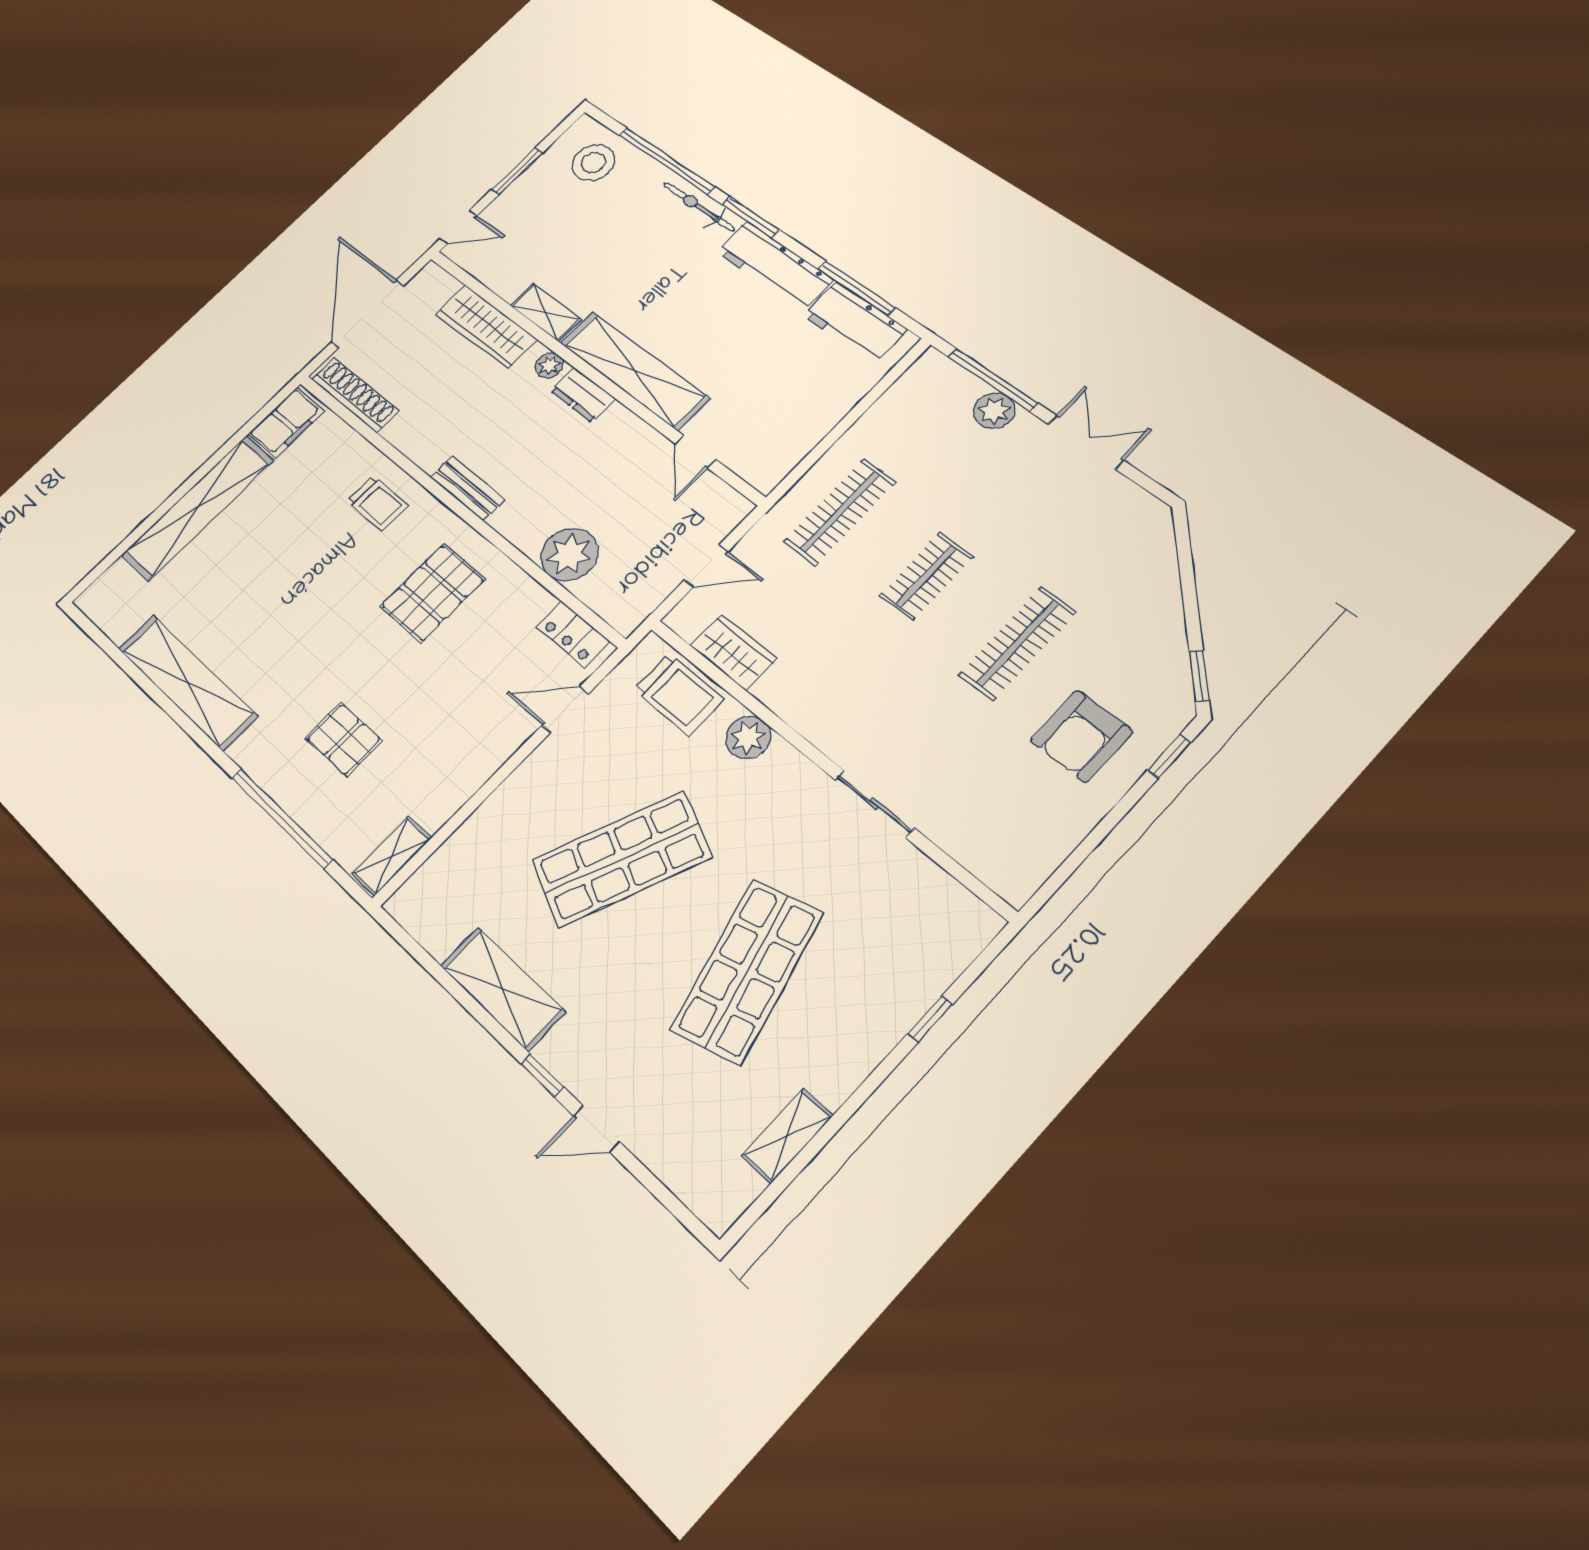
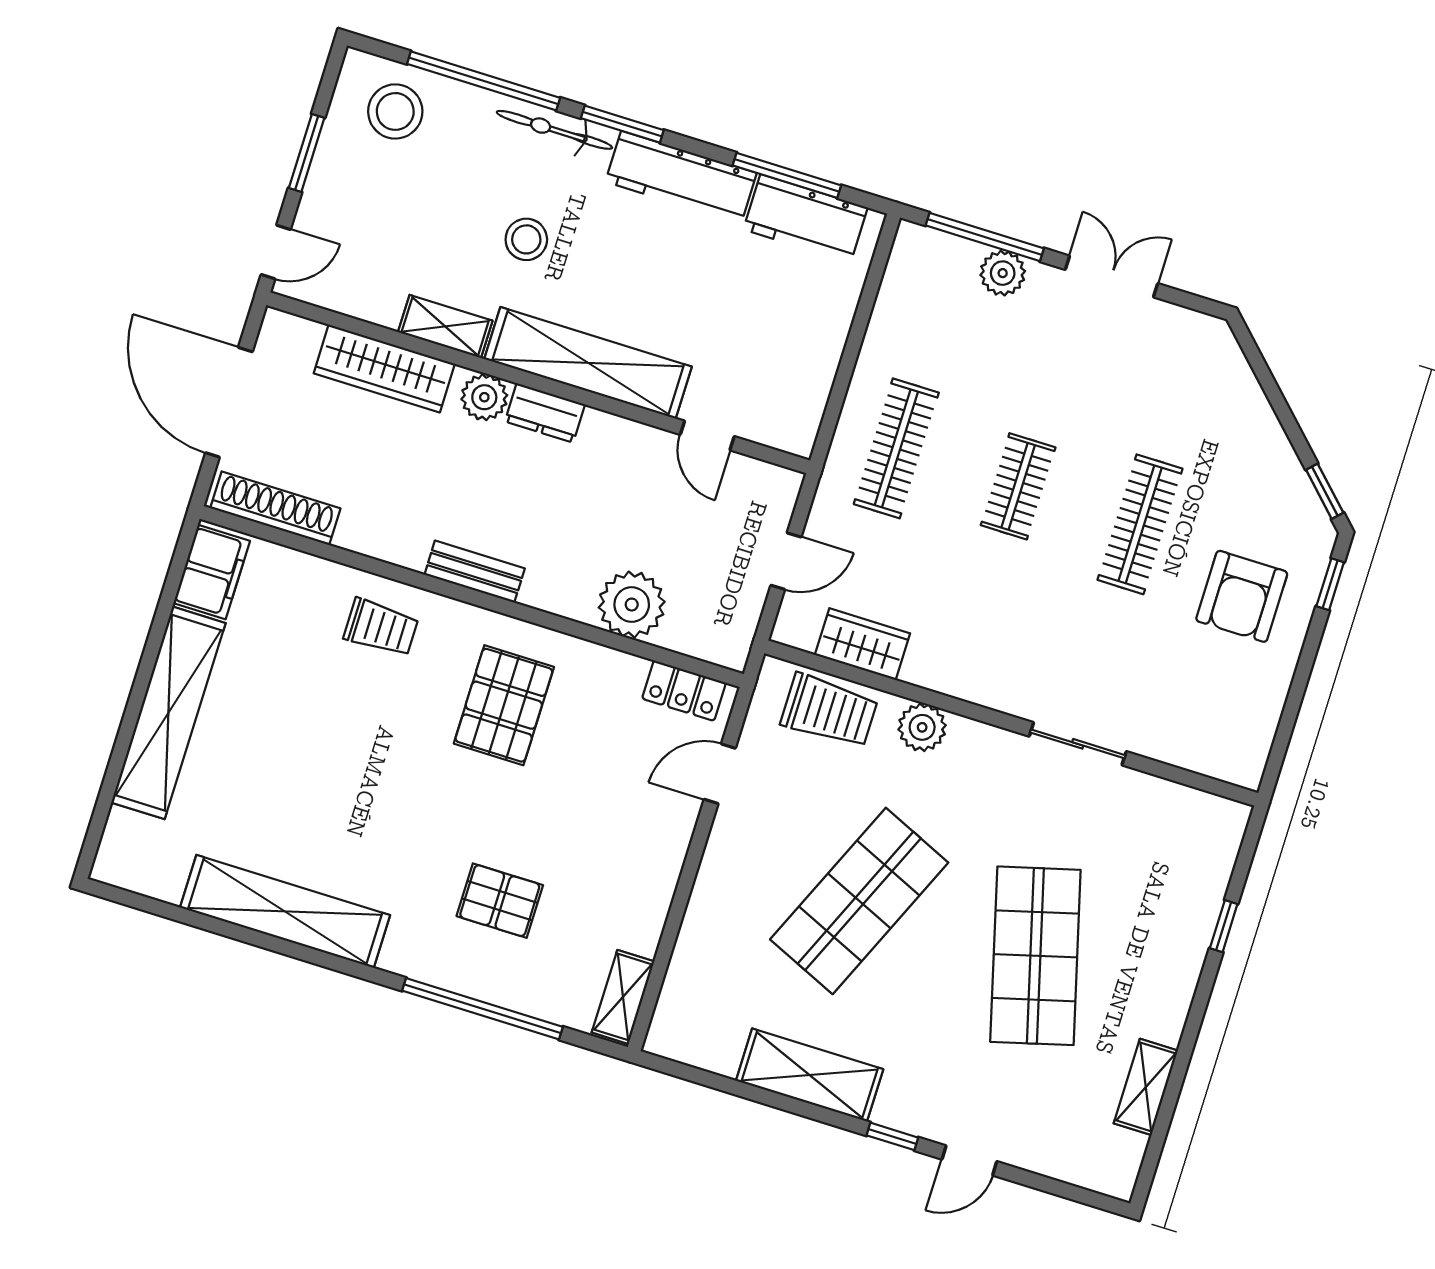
stool: (637, 273) -> (526, 239), added
plant: (549, 366) -> (484, 397), width x1.38, depth x1.38

